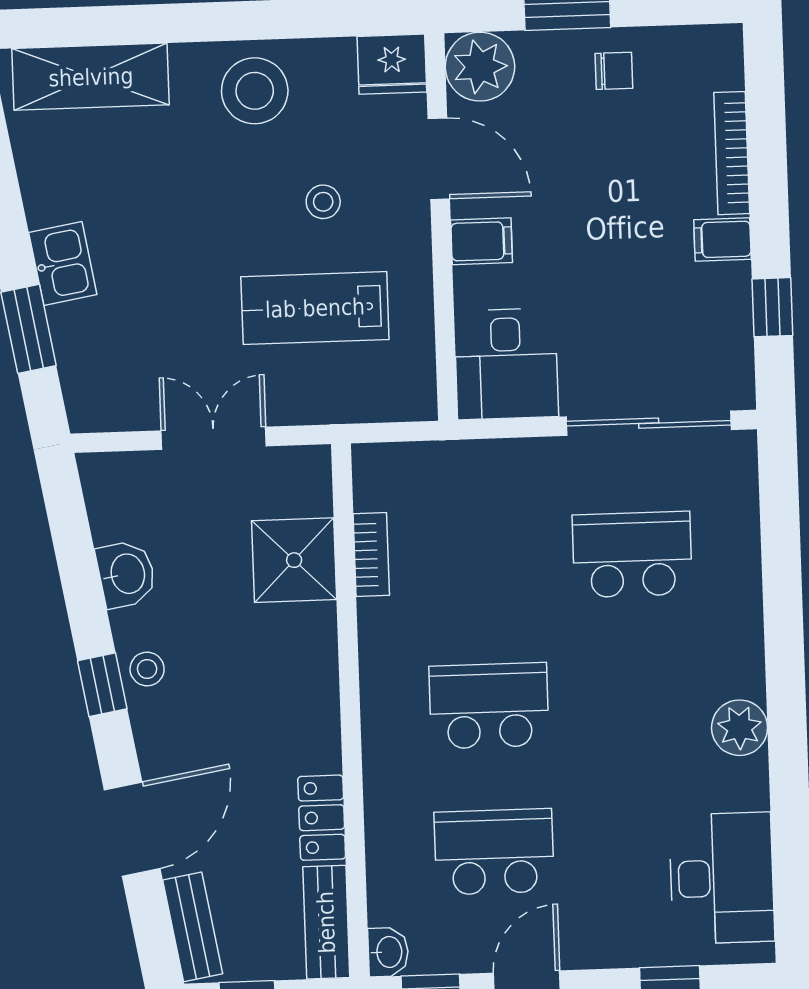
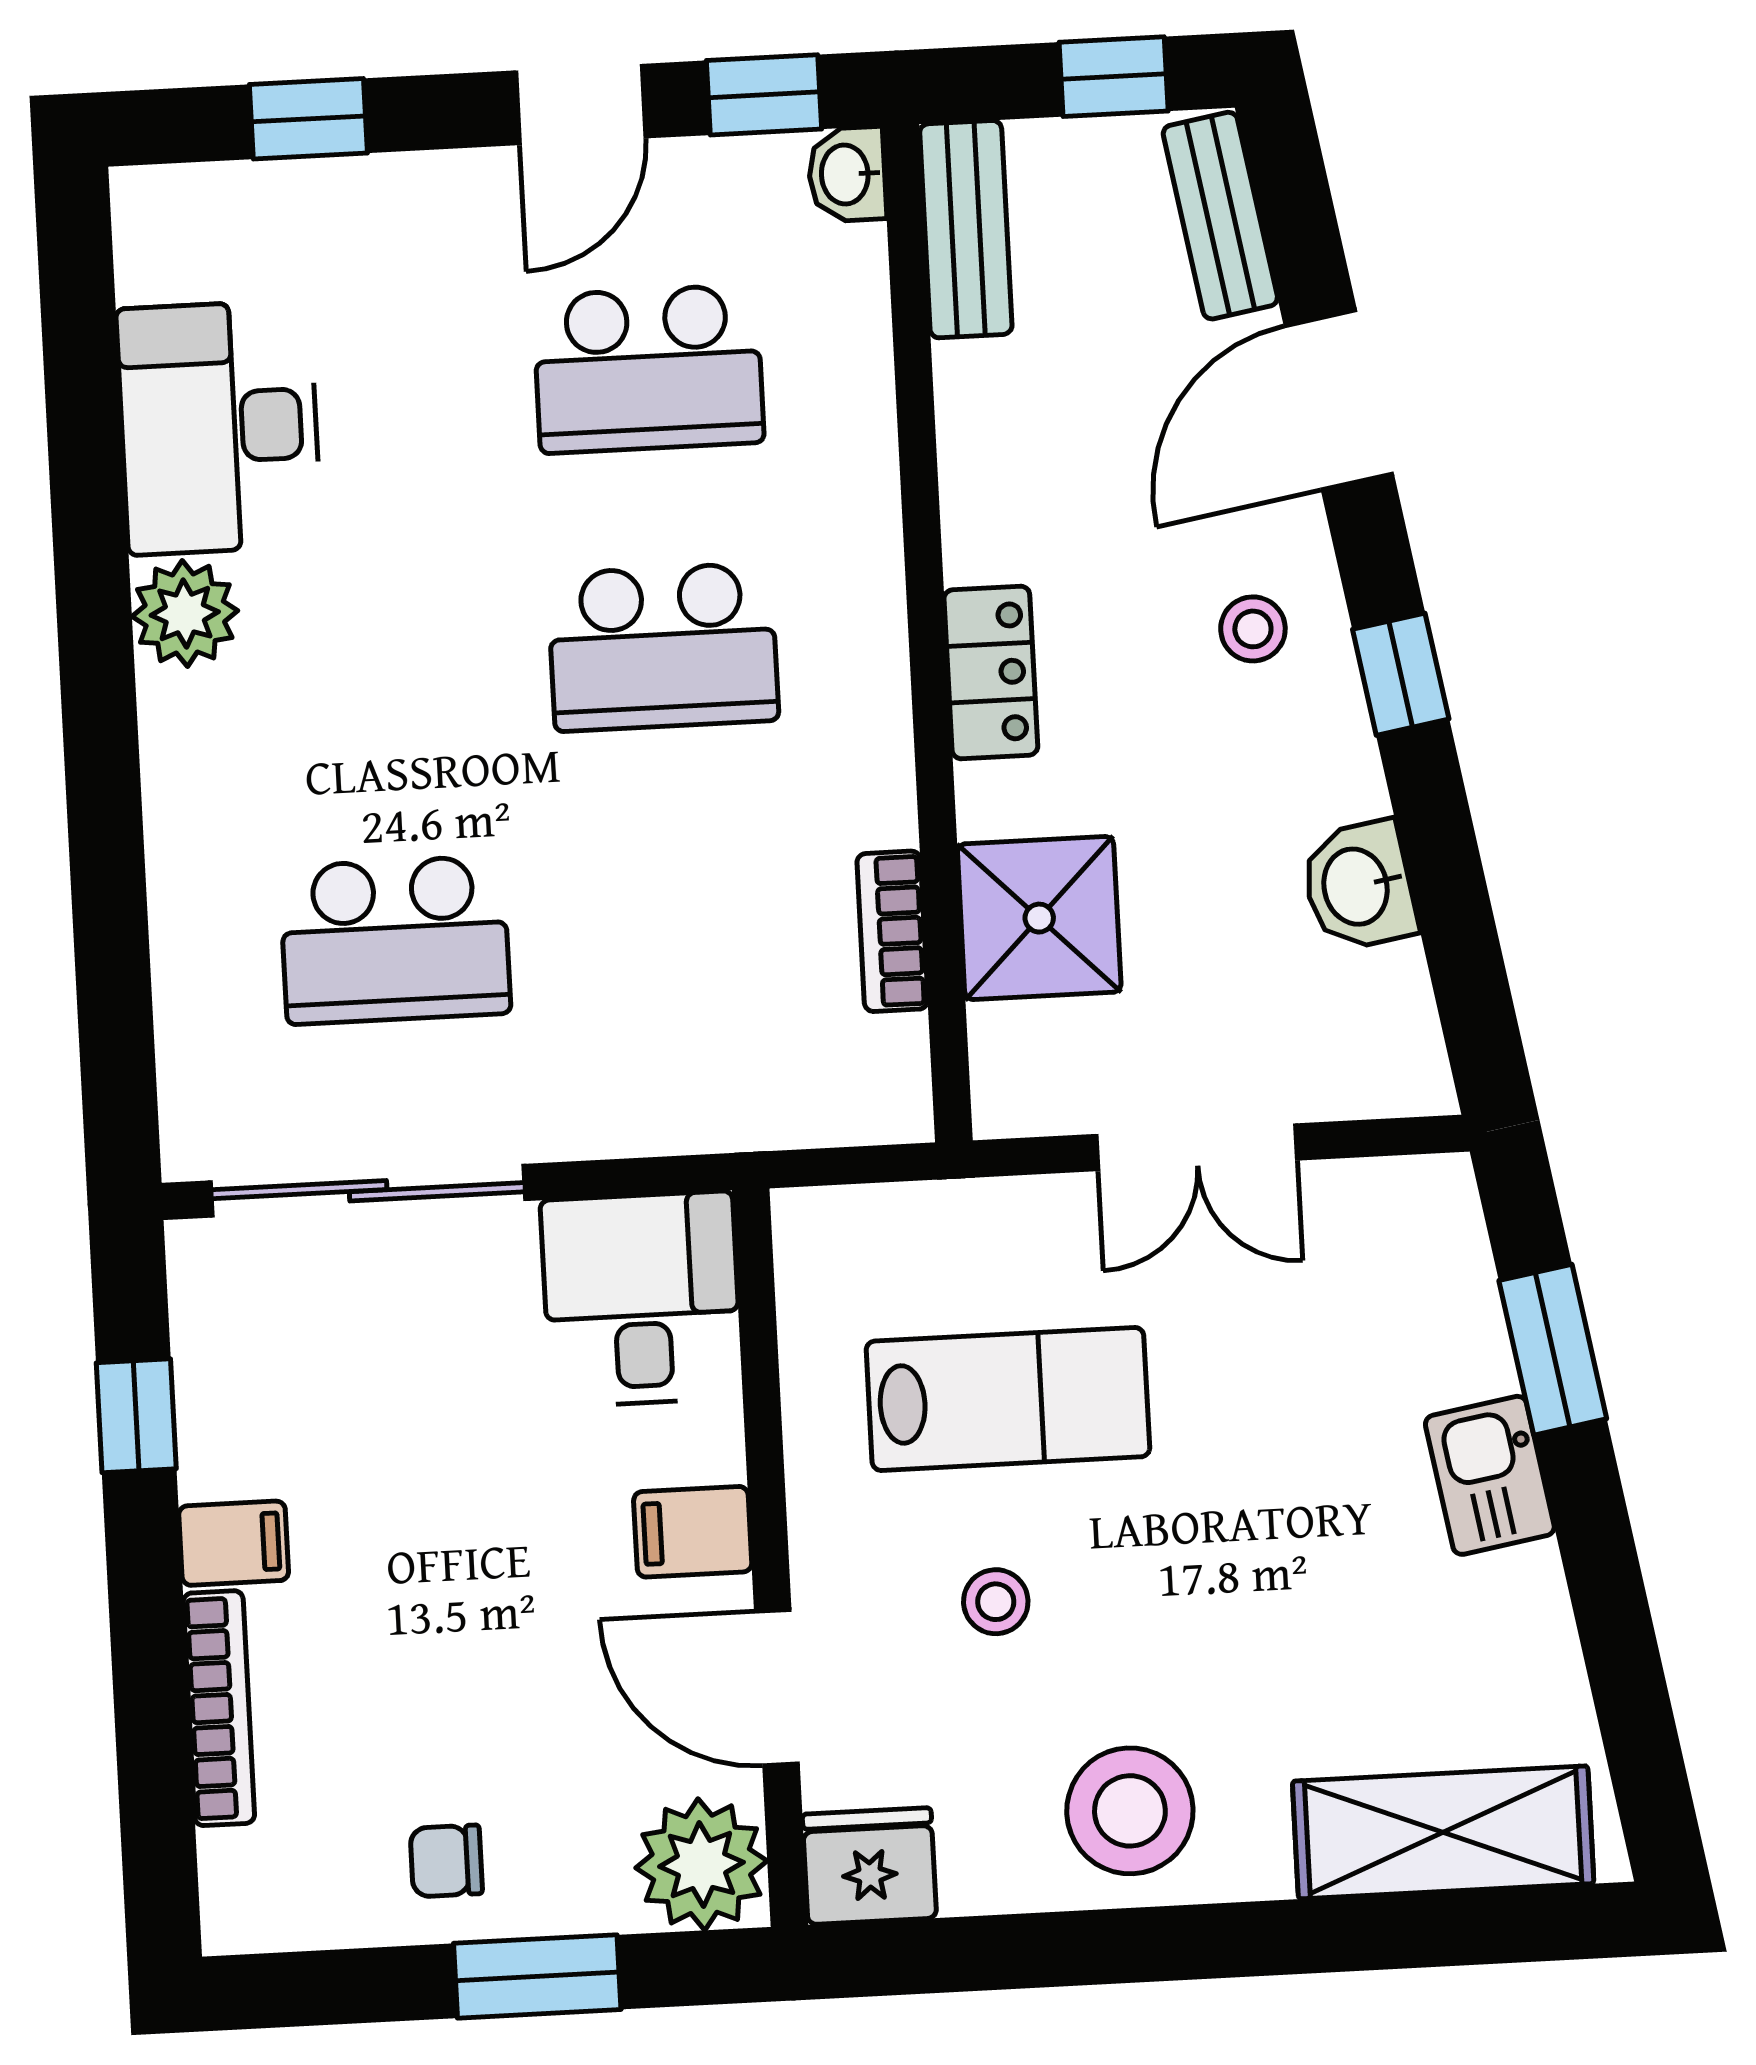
stool: (147, 669) -> (1253, 629), moved
locker: (322, 818) -> (991, 672), moved
desk: (722, 878) -> (219, 427), moved

